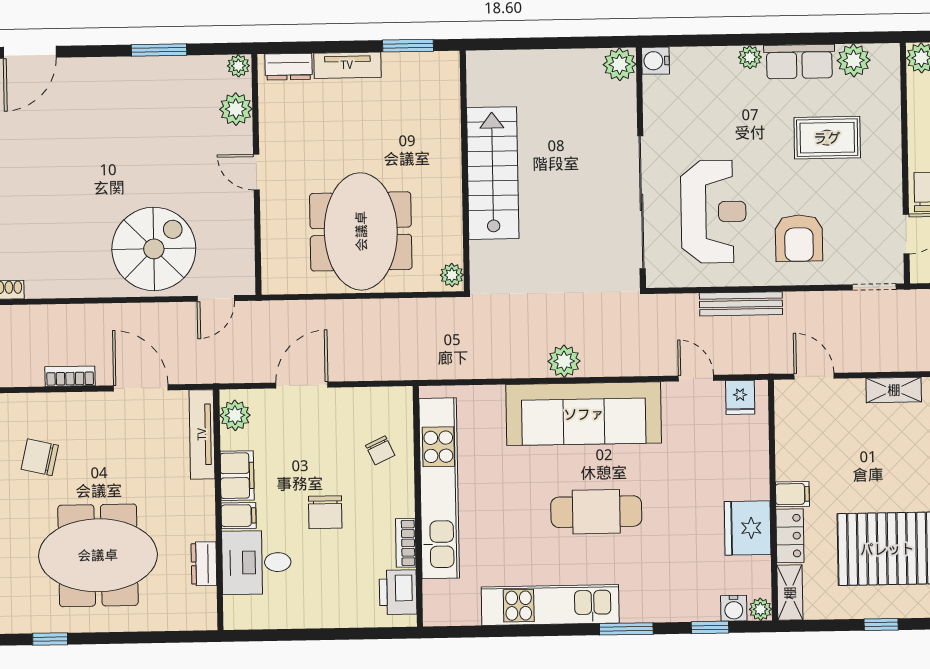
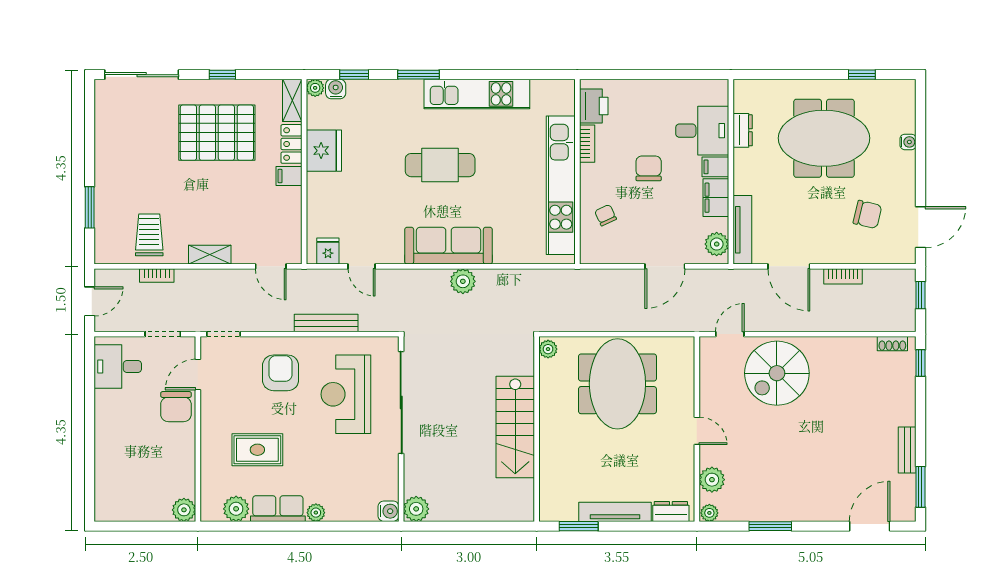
tv unit: (347, 65) -> (615, 512), width x1.41
sofa: (584, 414) -> (448, 246), width x0.74, depth x0.79

